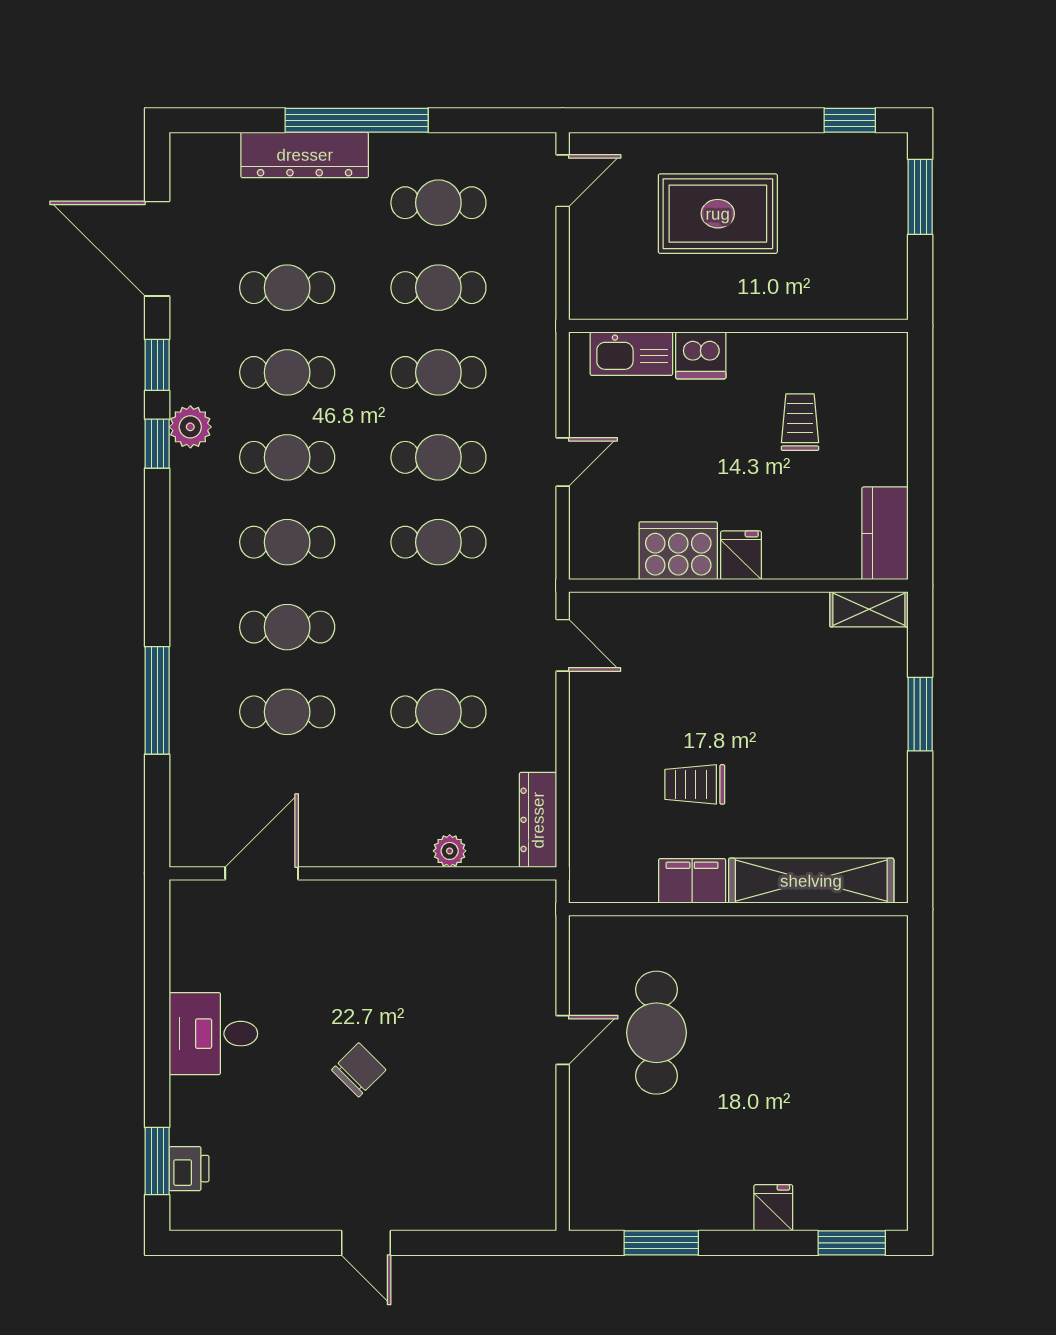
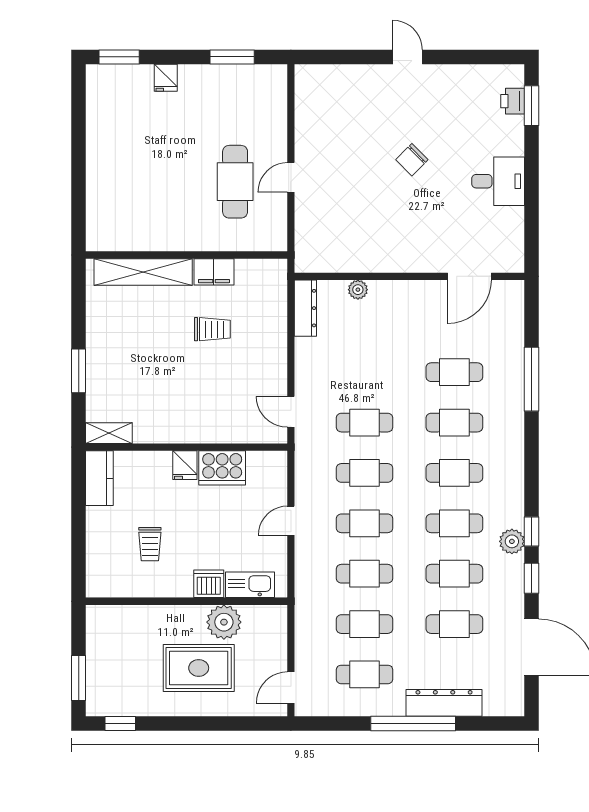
plant: (675, 291) -> (224, 622), added
cafe table: (438, 712) -> (365, 423), moved

